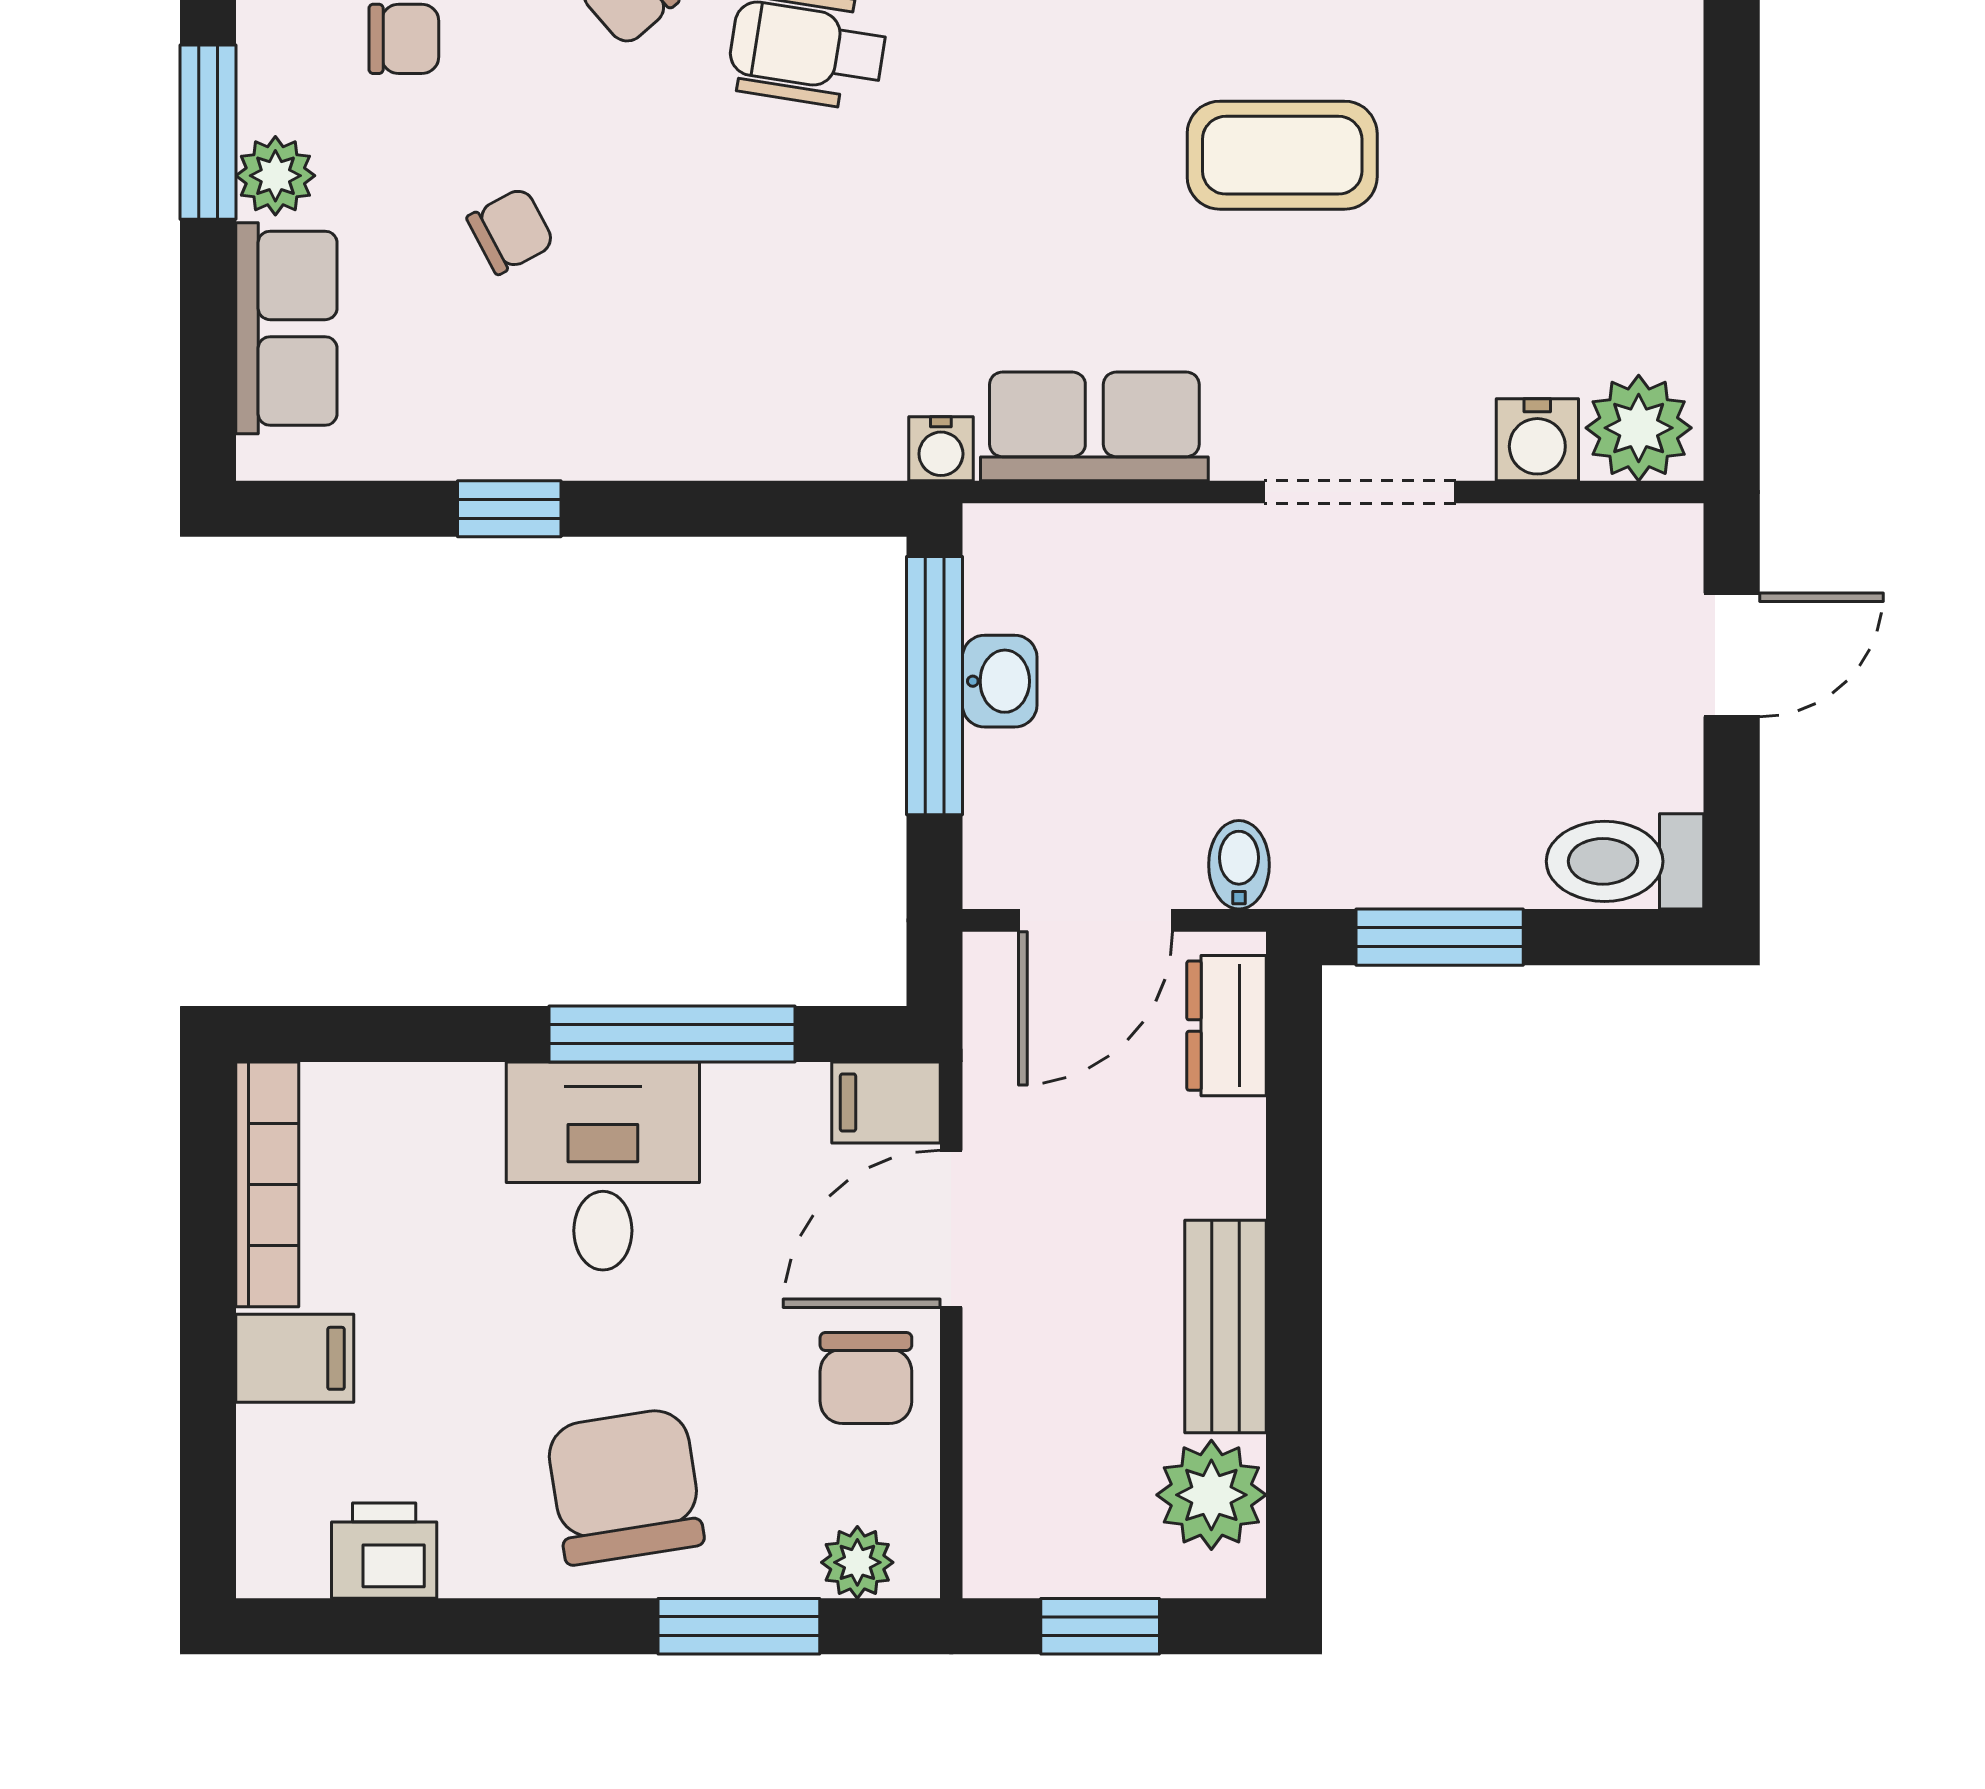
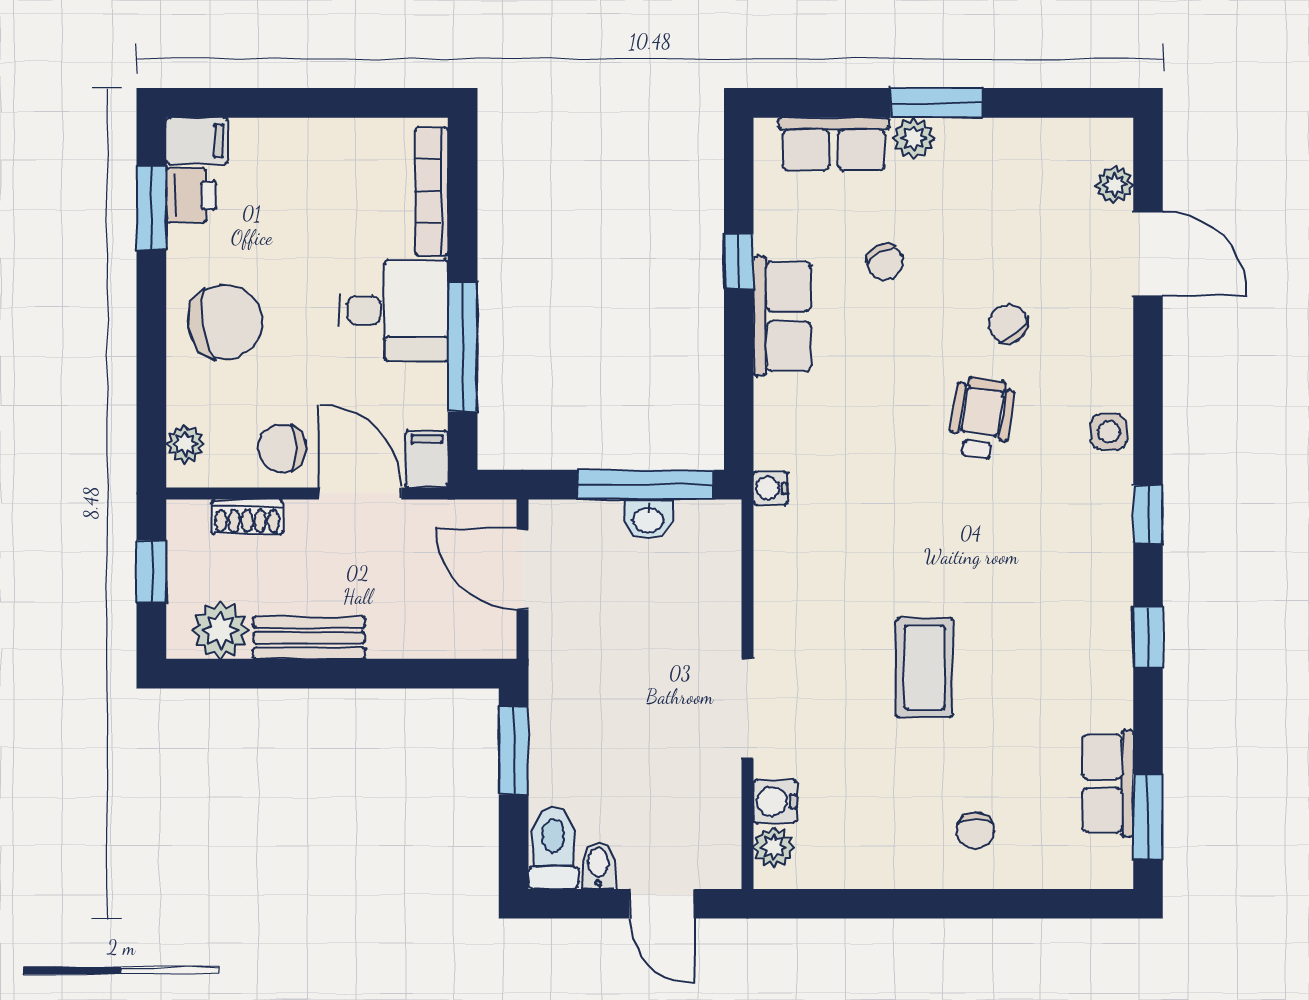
chair: (404, 39) -> (976, 831), moved
row of seats: (1094, 426) -> (782, 316), moved
plant: (1639, 428) -> (774, 847), width x0.73, depth x0.73
bidet: (1239, 865) -> (598, 866), moved, turned -90
dresser: (1226, 1026) -> (467, 638), removed
bookcase: (267, 1184) -> (432, 191), moved, turned 90
filing cabinet: (295, 1358) -> (197, 141), moved, turned -90
shoe rack: (996, 1444) -> (247, 517), added
window: (739, 1626) -> (151, 207), moved

